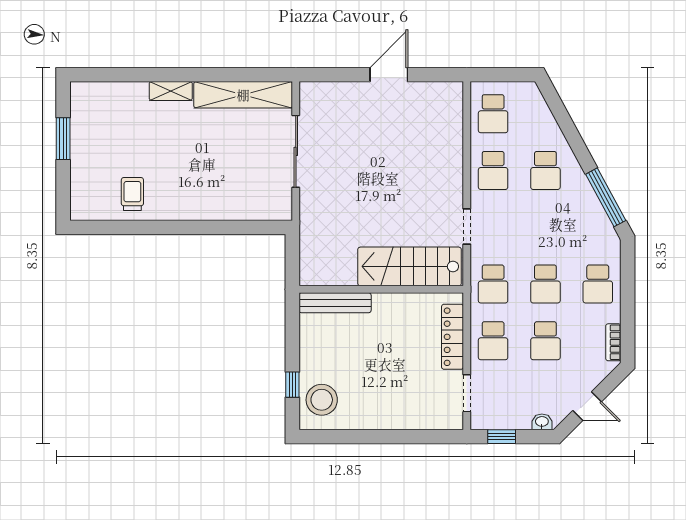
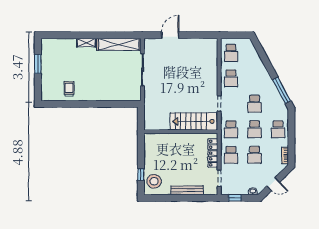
door: (389, 75) -> (170, 35), moved
school desk: (545, 170) -> (255, 104), moved
bench: (335, 303) -> (187, 190), moved

